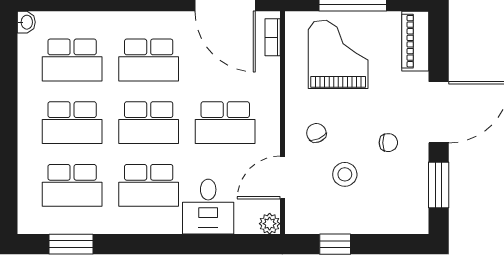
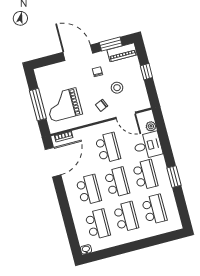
piano: (415, 41) -> (122, 52), moved
plant: (270, 224) -> (151, 126), moved
window: (71, 244) -> (174, 177), moved
window: (335, 244) -> (146, 72), moved

